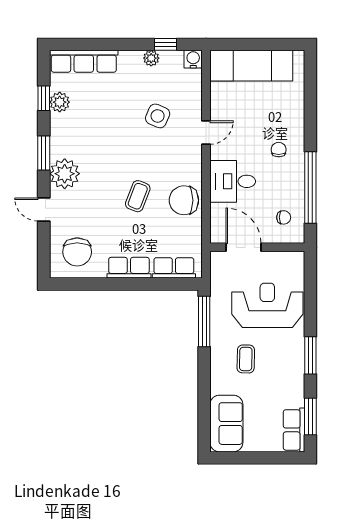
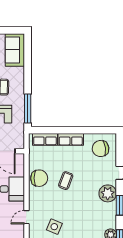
chair: (77, 252) -> (101, 149), turned -98

